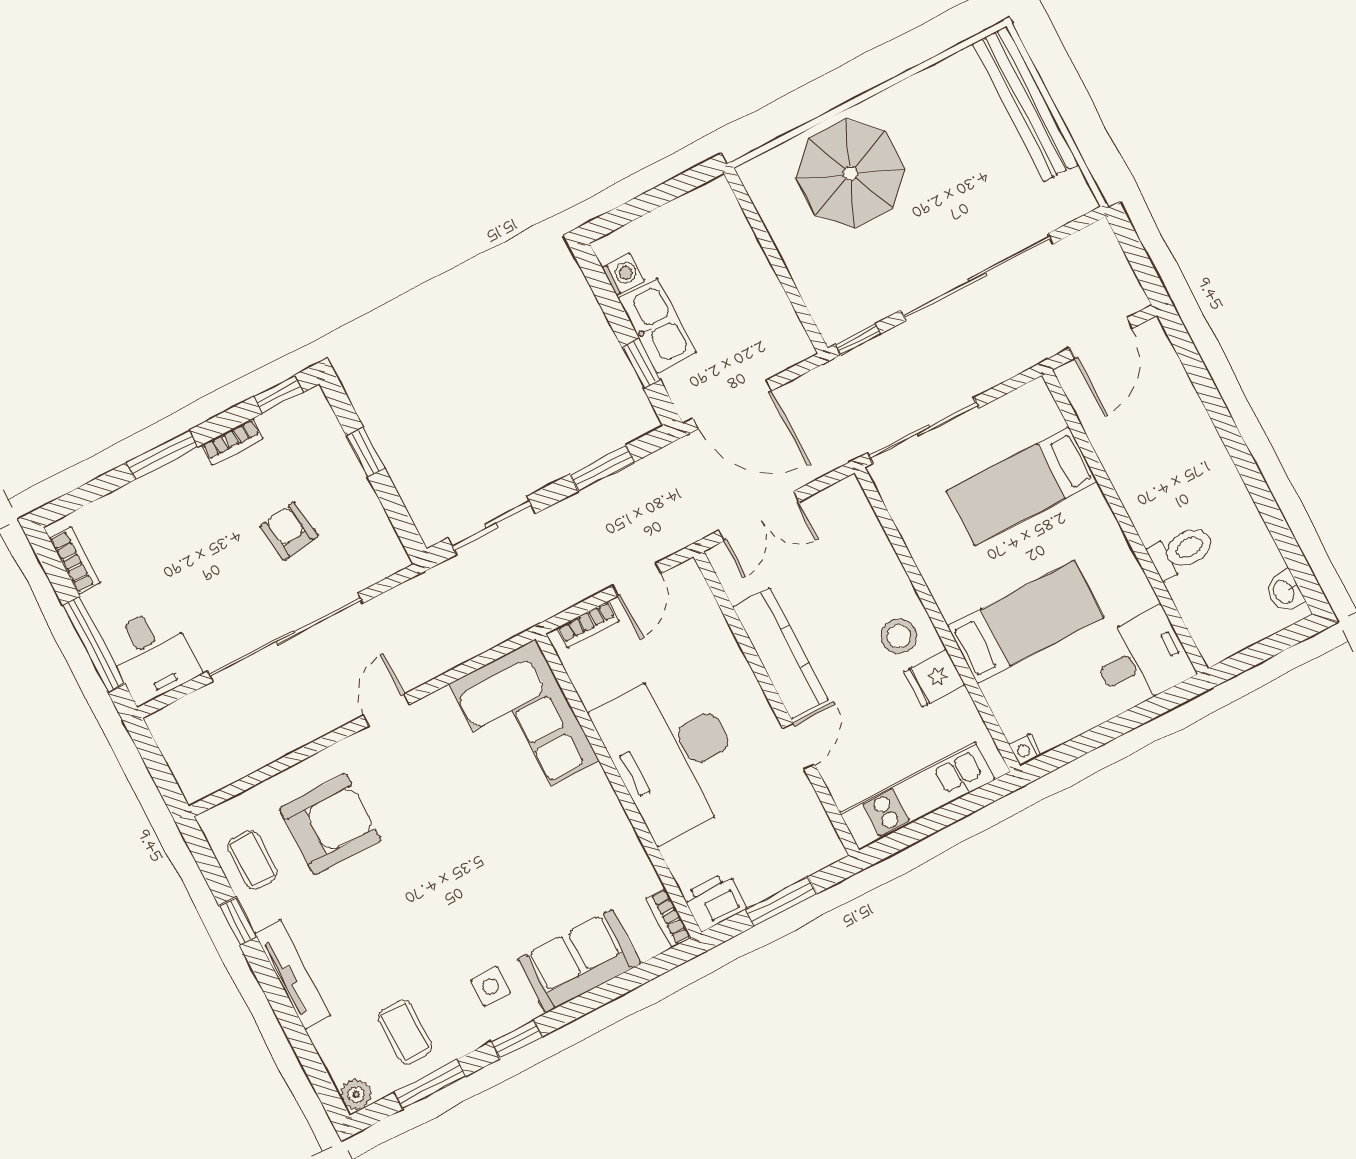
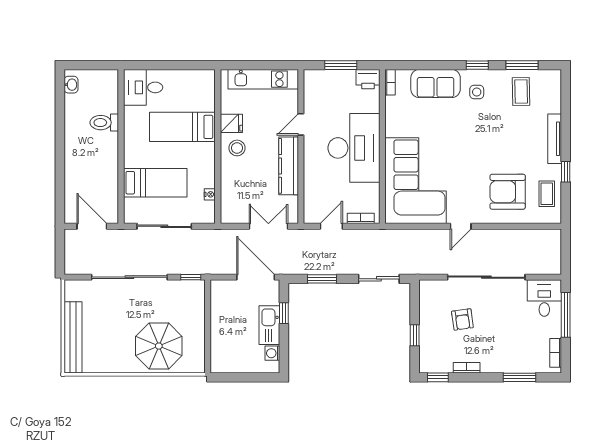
door: (1101, 338) -> (92, 226), hinge flipped
sliding door: (923, 431) -> (164, 226), moved
window: (162, 455) -> (519, 377), moved
corner sofa: (524, 723) -> (416, 181), width x1.36, depth x1.36
nightstand: (1025, 750) -> (210, 194), moved
plant: (356, 1094) -> (554, 77), removed

